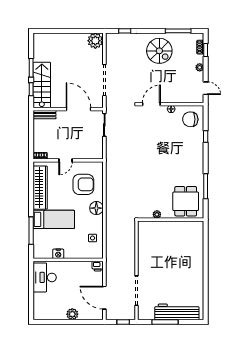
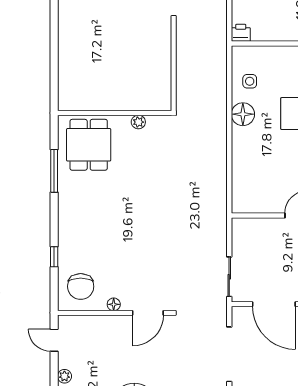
chair: (190, 119) -> (81, 286), turned 90
armchair: (83, 184) -> (266, 174), removed
floor lamp: (96, 208) -> (243, 114), moved

